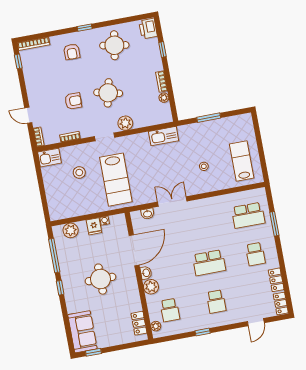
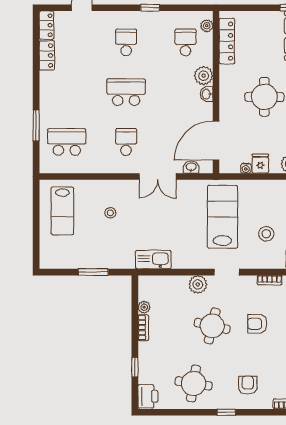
door: (134, 250) -> (216, 141), moved
school desk: (255, 254) -> (126, 142), moved
locker: (139, 323) -> (227, 41), width x1.53

